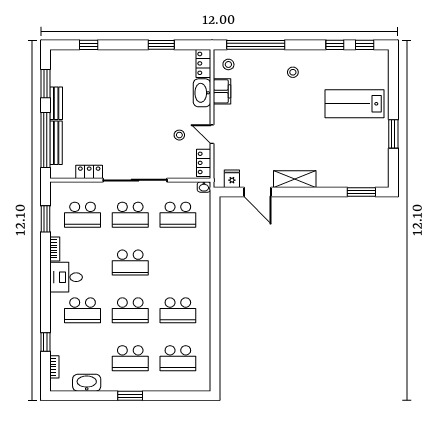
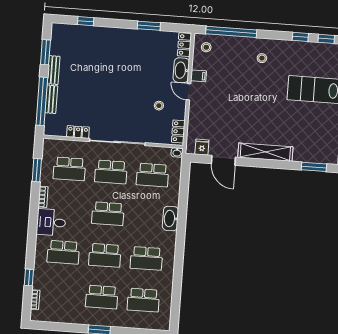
filing cabinet: (222, 91) -> (198, 76), width x0.50
door: (212, 134) -> (189, 92), moved
bench: (56, 143) -> (51, 99), width x0.73
shelving: (295, 179) -> (265, 152), width x1.47
washbasin: (87, 383) -> (170, 219), moved, turned -90

